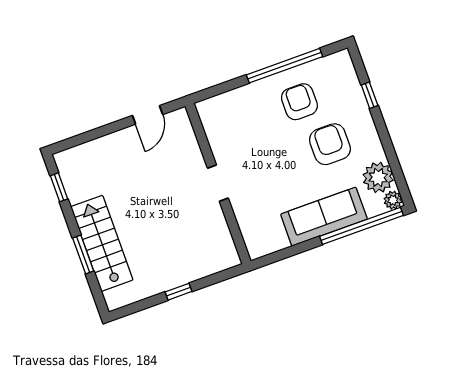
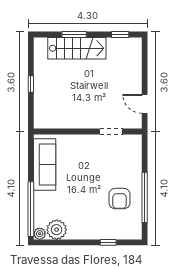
armchair: (299, 102) -> (119, 199), turned 90
armchair: (330, 144) -> (87, 208), removed
doorway: (218, 183) -> (111, 131), moved
sofa: (324, 217) -> (45, 165), moved

